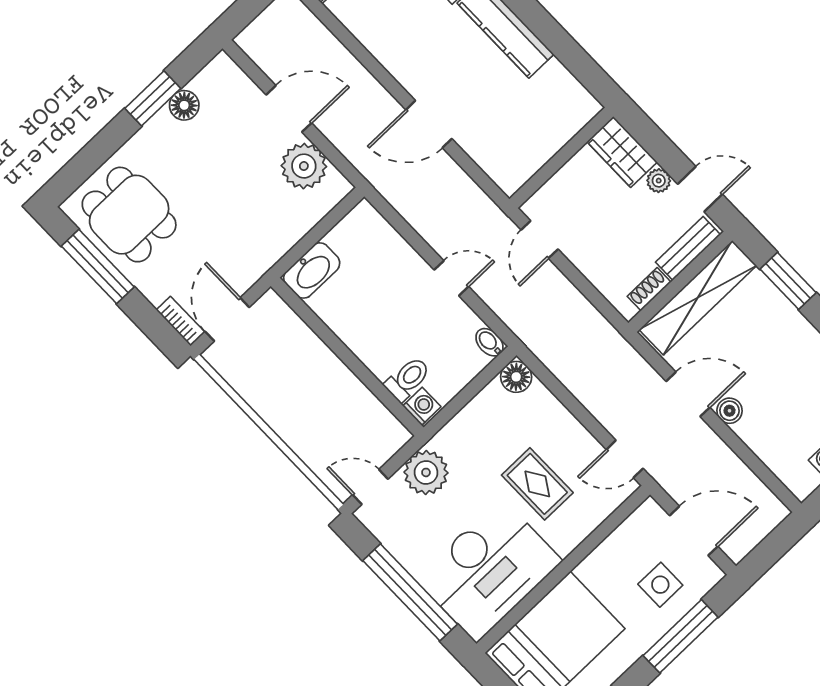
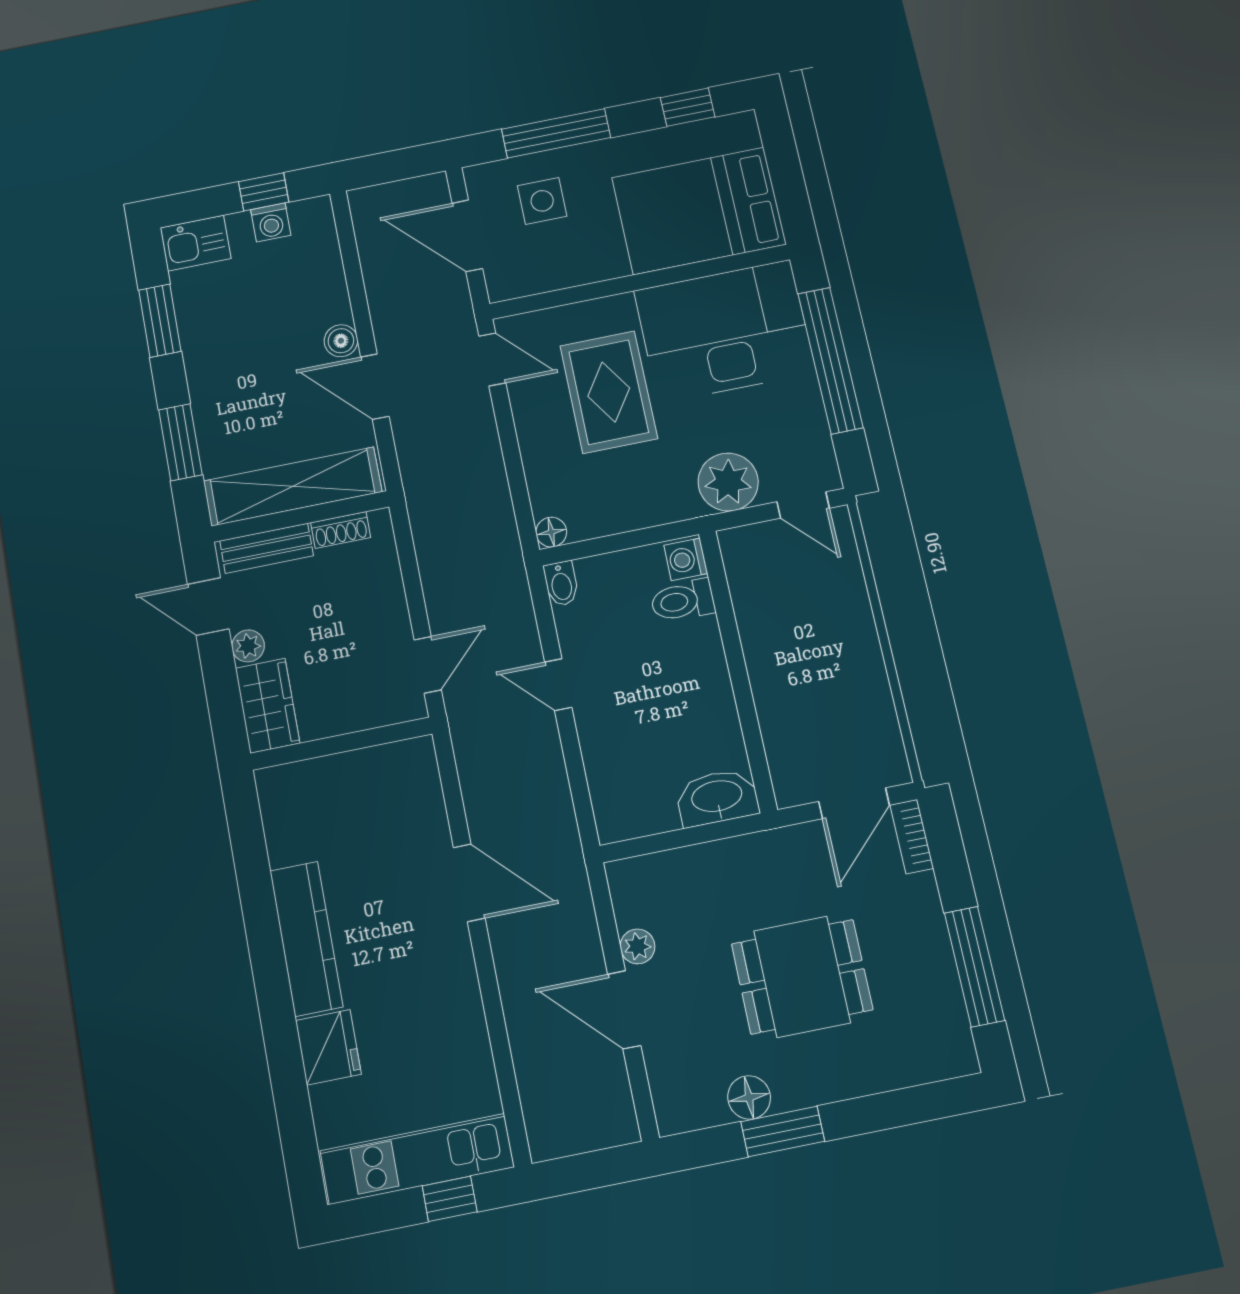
plant: (304, 166) -> (638, 946), width x0.53, depth x0.53
dining table: (129, 215) -> (802, 977), moved, turned 90
floor lamp: (516, 377) -> (551, 532), width x0.73, depth x0.73
rug: (537, 484) -> (609, 392), width x1.36, depth x1.43

